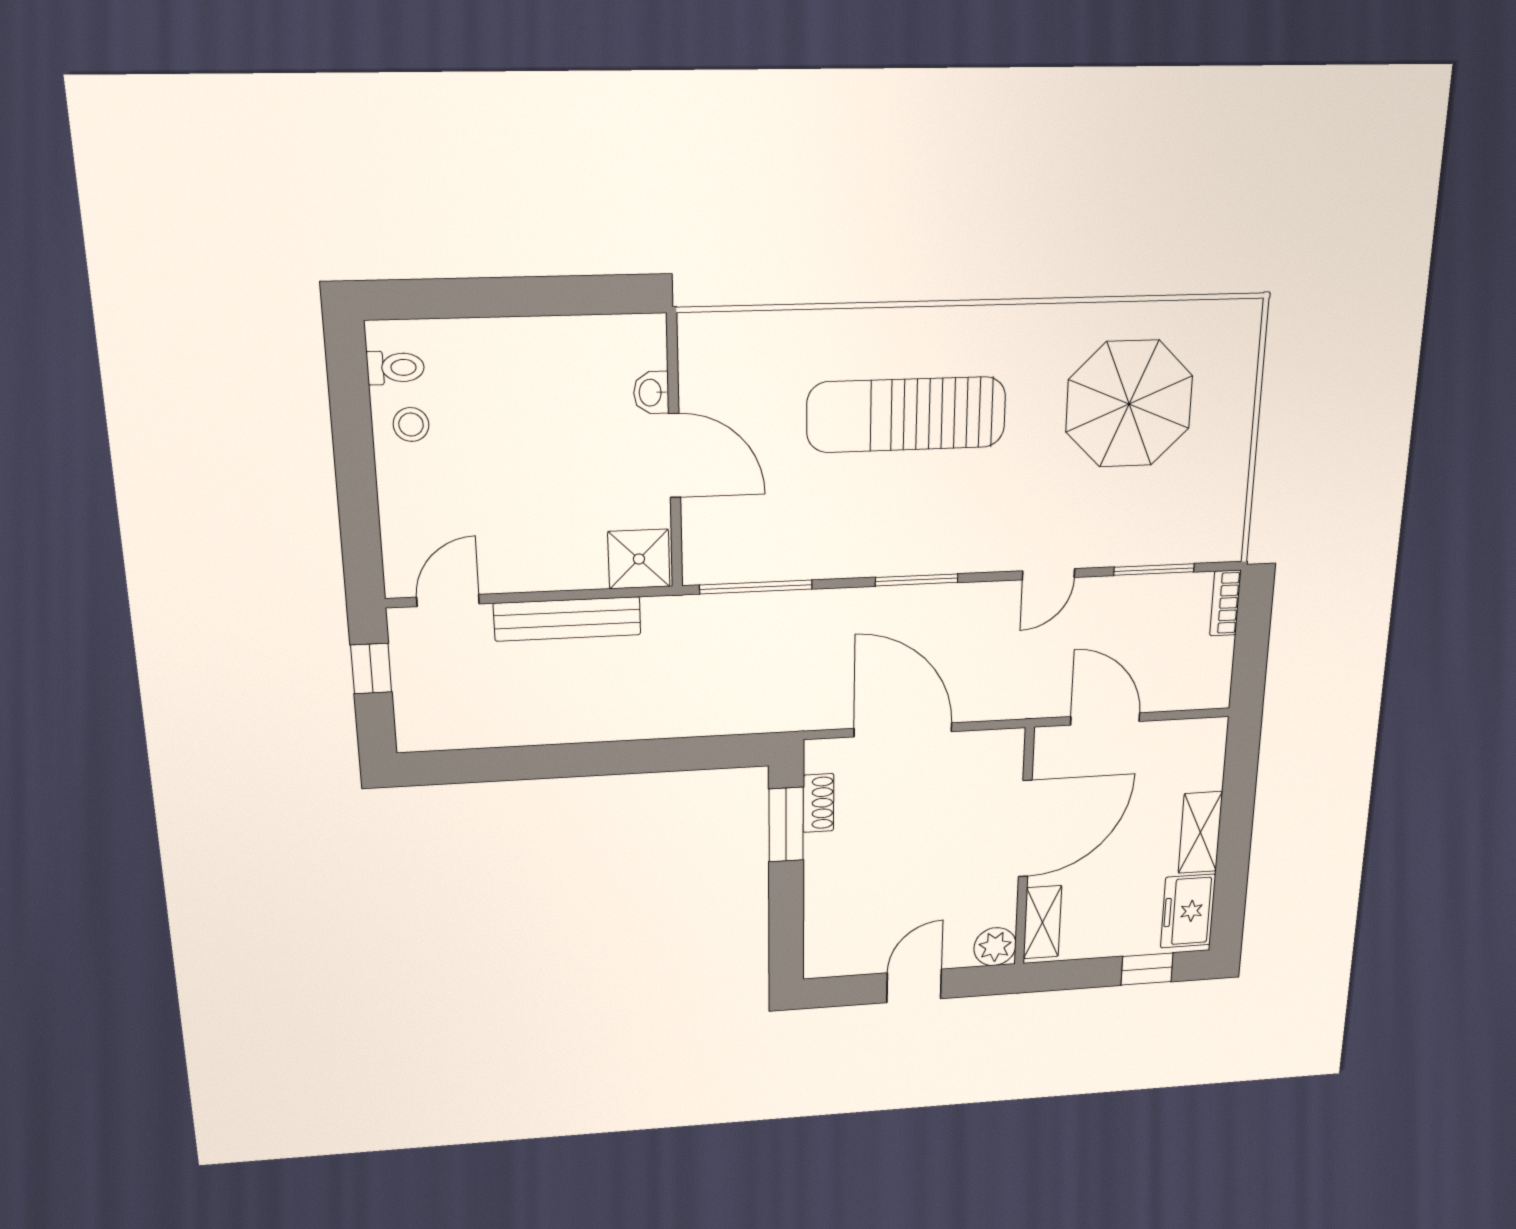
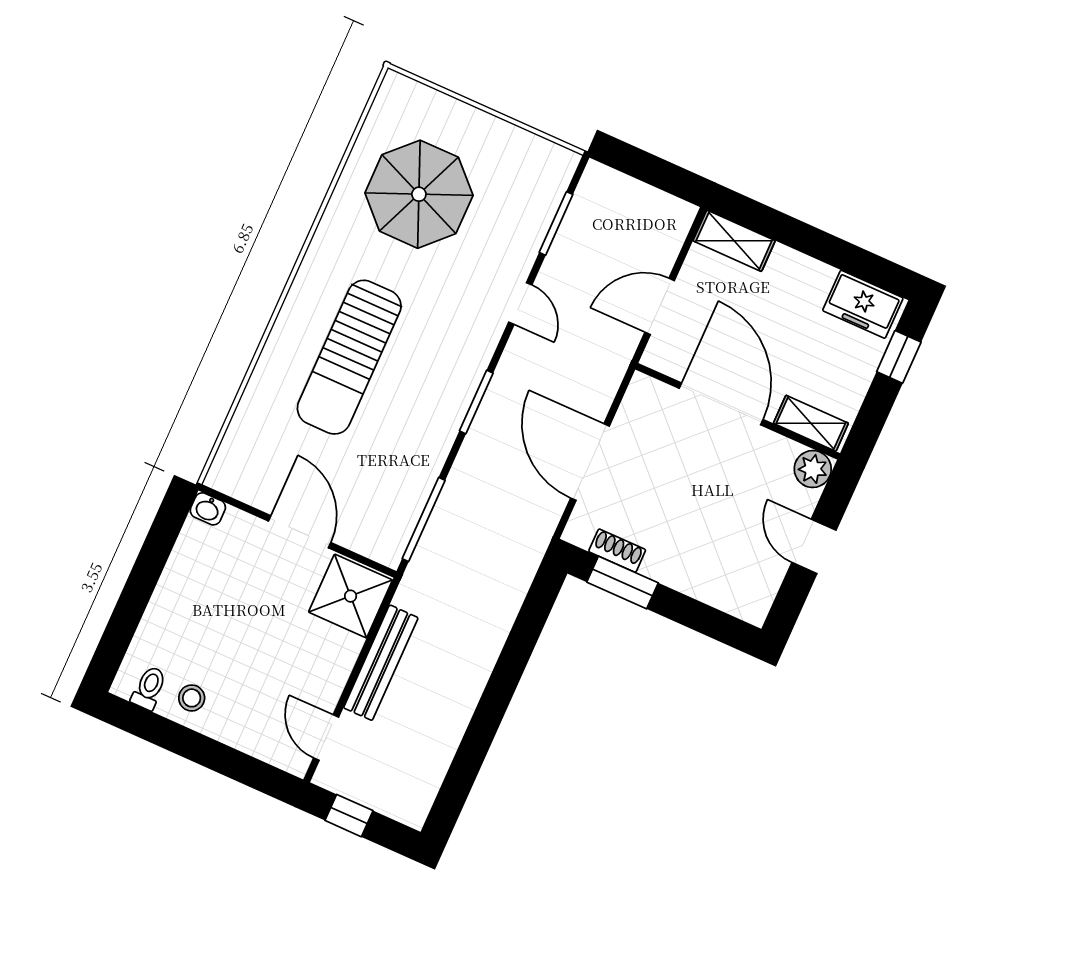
washbasin: (651, 393) -> (208, 509), moved
door: (675, 456) -> (300, 532), hinge flipped
shower: (639, 559) -> (351, 596), width x1.36, depth x1.36
bookcase: (1225, 603) -> (610, 179), removed
door: (903, 730) -> (590, 462), hinge flipped
shelving: (1200, 832) -> (734, 241), moved

